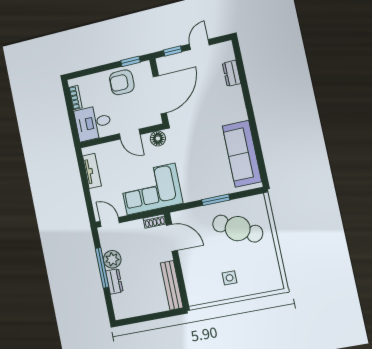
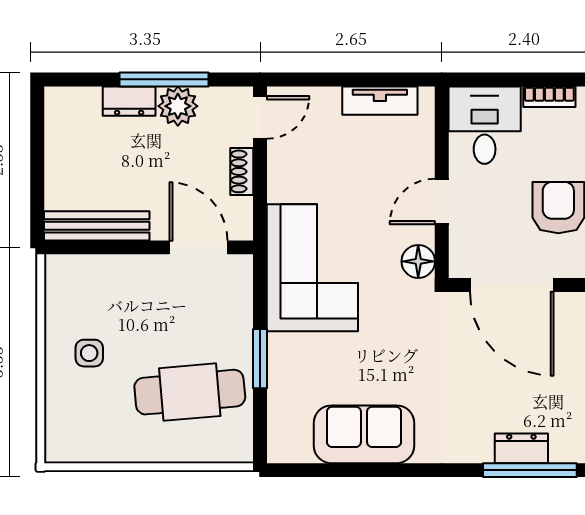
window: (241, 67) -> (530, 470), added
sofa: (242, 154) -> (364, 434), width x0.73
corner sofa: (151, 189) -> (312, 268), moved
shoe rack: (155, 221) -> (242, 171), moved
cafe table: (238, 229) -> (190, 392), turned 57
door: (172, 238) -> (199, 247), swing flipped

